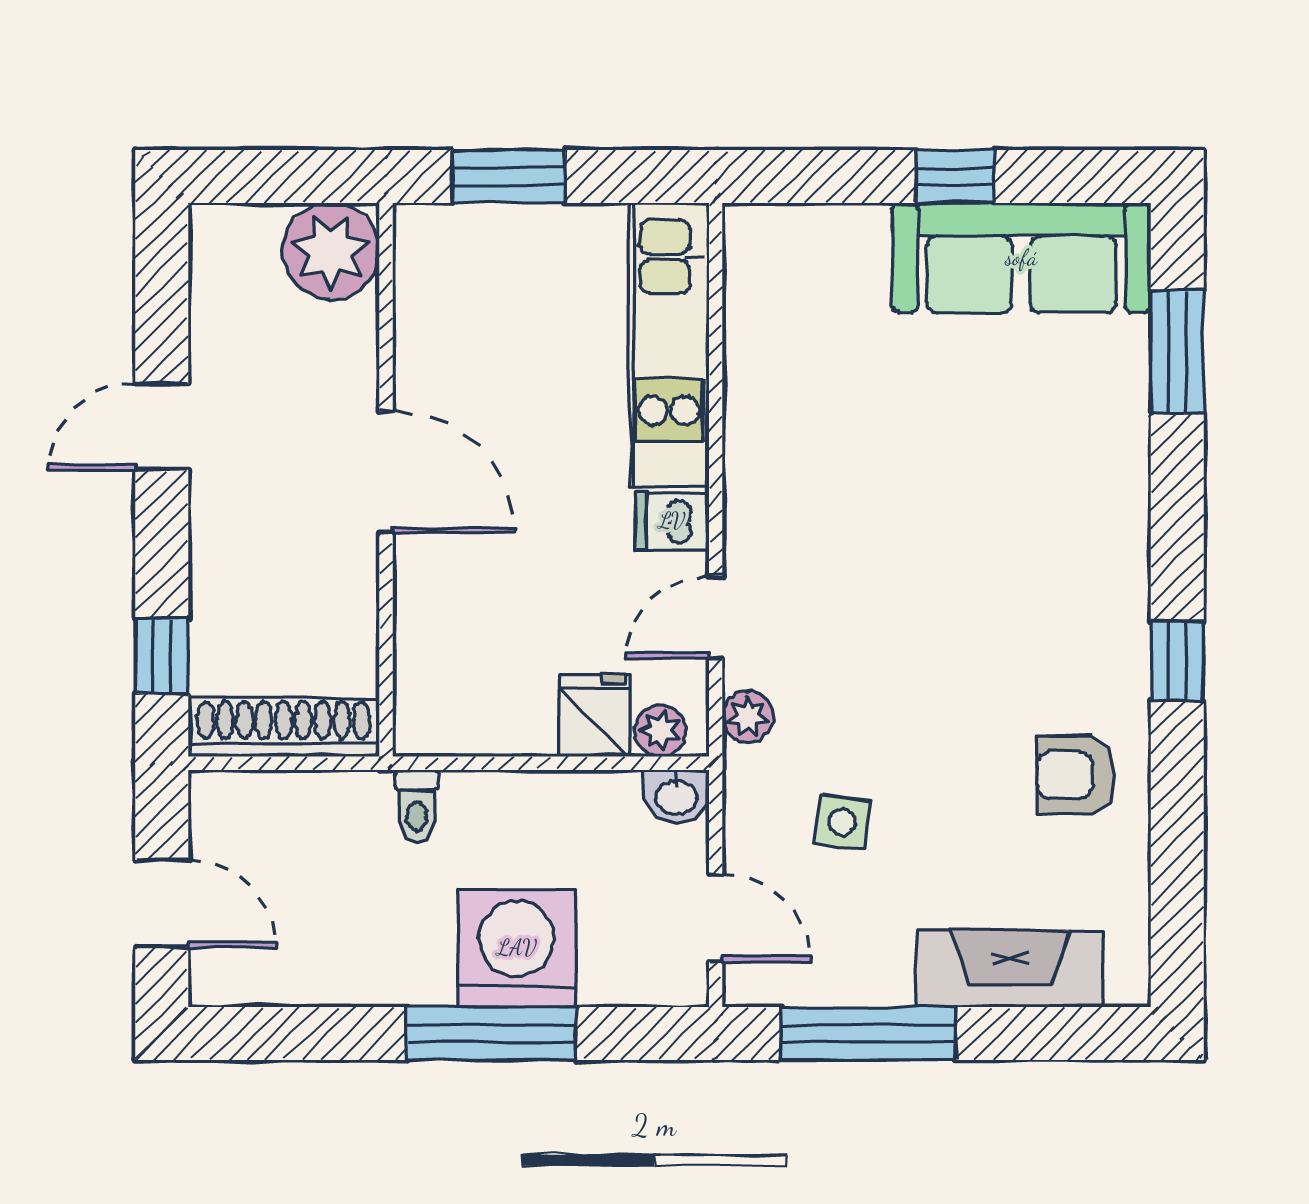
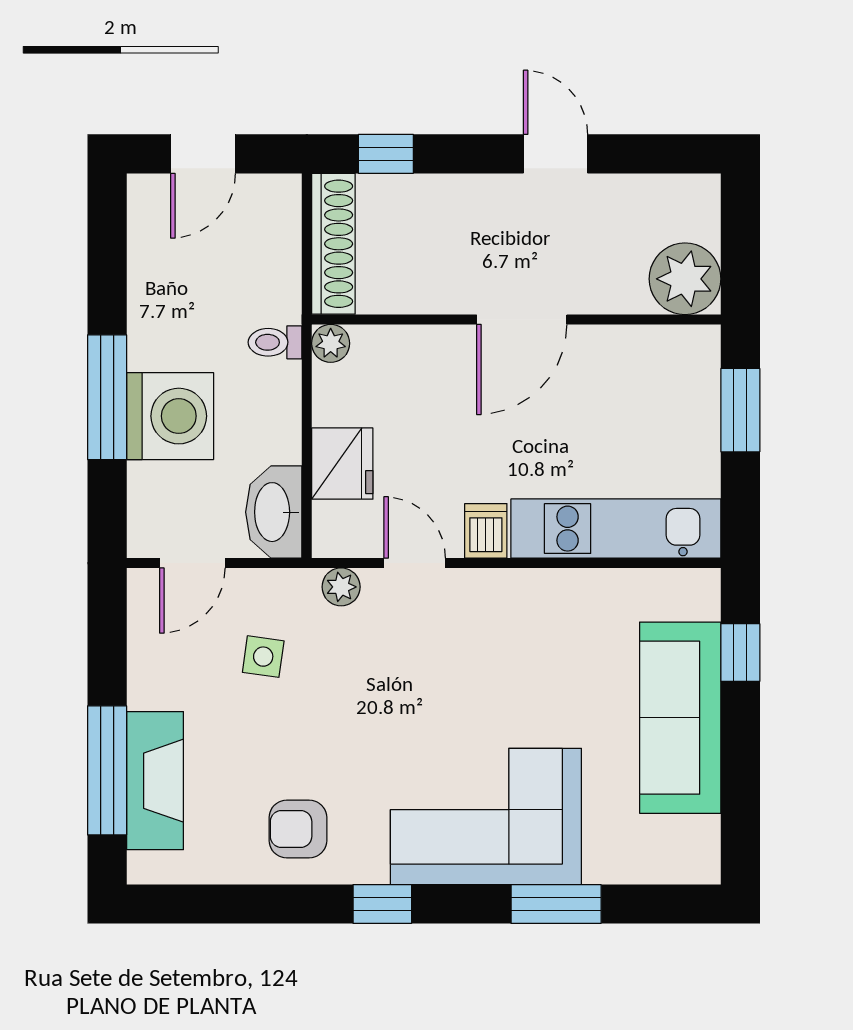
window: (955, 176) -> (740, 653), moved
sofa: (1021, 258) -> (680, 718), moved
window: (1177, 352) -> (556, 904), moved
corner sofa: (1059, 521) -> (486, 816), added
fridge: (594, 715) -> (342, 464), width x1.38
plant: (660, 731) -> (331, 343), moved
armchair: (1076, 775) -> (298, 829), turned -90
washbasin: (676, 796) -> (274, 512), width x1.91, depth x1.45
window: (868, 1034) -> (107, 770), moved

